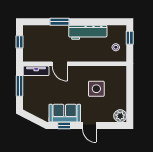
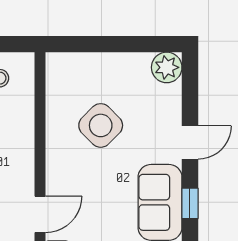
side table: (96, 89) -> (101, 125), turned 45

